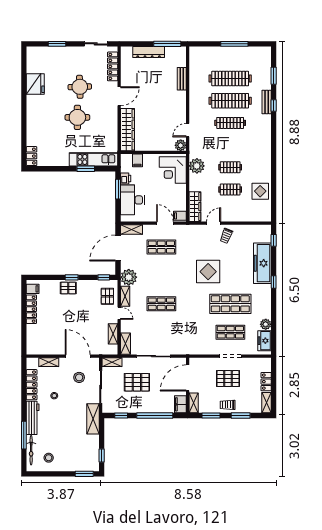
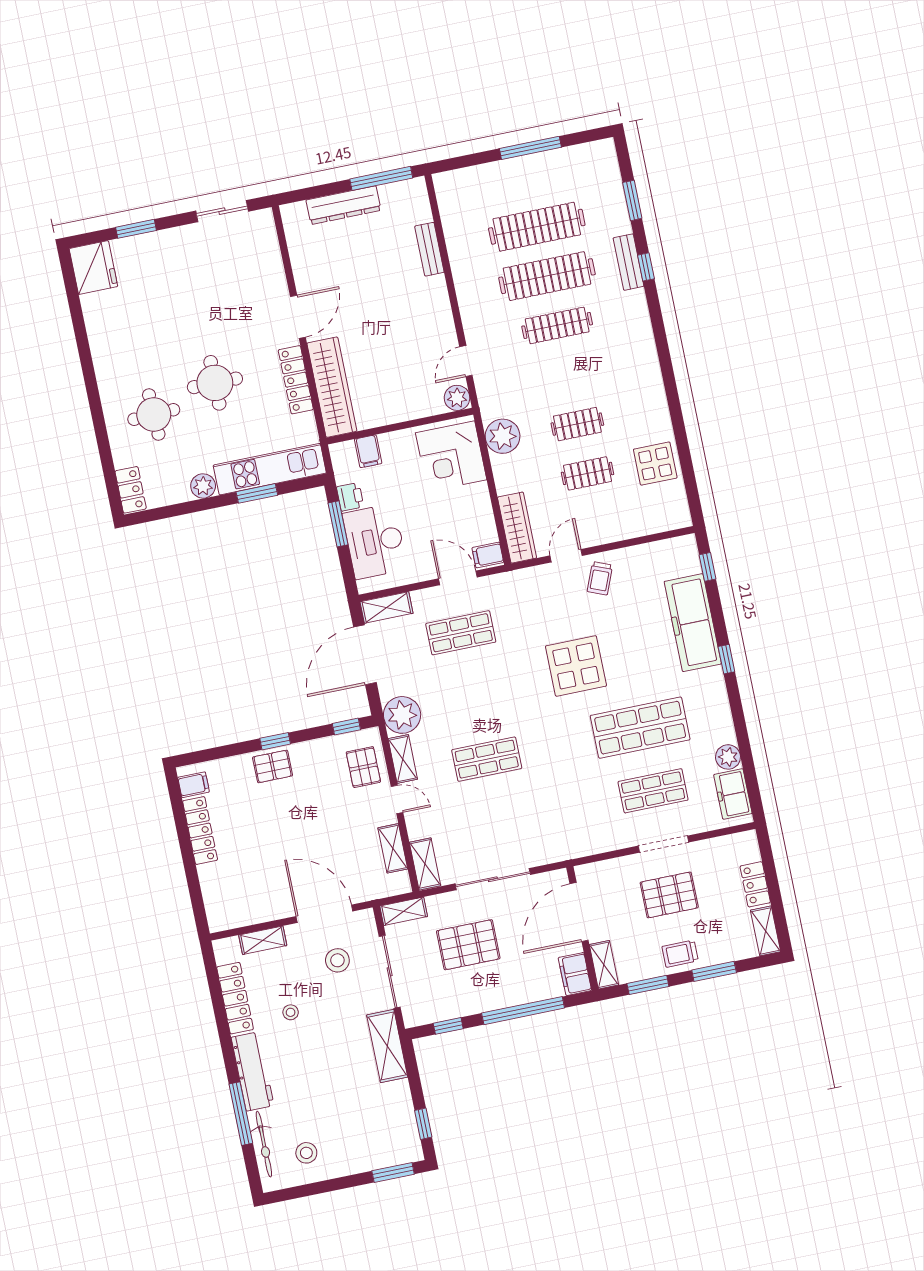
locker: (113, 66) -> (296, 380), moved
fridge: (35, 84) -> (93, 268), moved
round table: (80, 87) -> (154, 415), moved
plant: (63, 161) -> (203, 486), added

